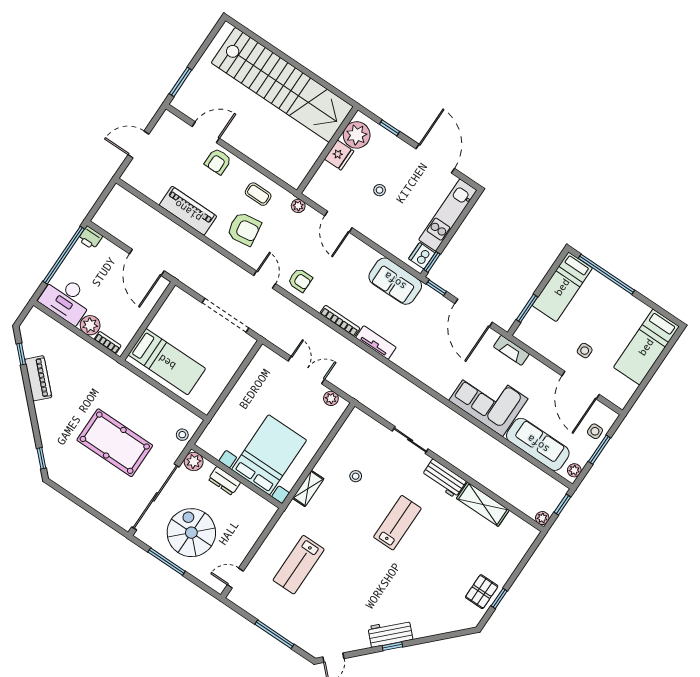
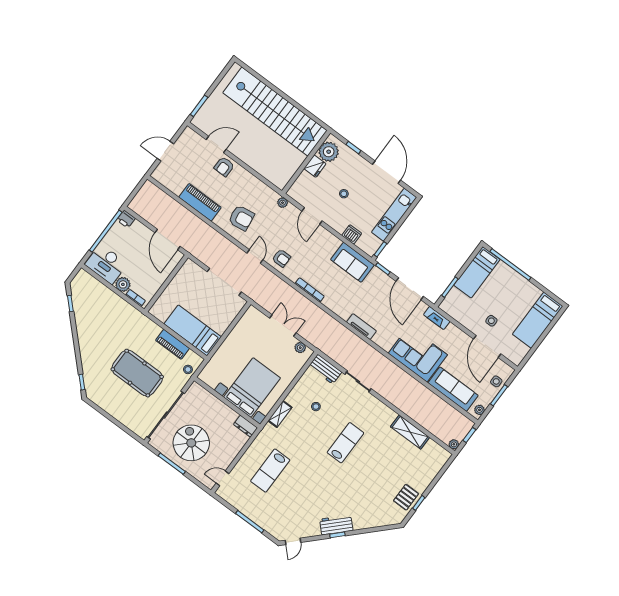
coffee table: (258, 194) -> (253, 192), removed
dishwasher: (422, 256) -> (352, 234), moved, turned 90
tv unit: (376, 343) -> (361, 327), moved
bed: (167, 362) -> (193, 330), moved, turned 180
piano: (38, 378) -> (173, 344), moved, turned 135
plant: (194, 462) -> (195, 390), removed
workbench: (444, 478) -> (325, 369), moved
dresser: (224, 481) -> (246, 426), moved

